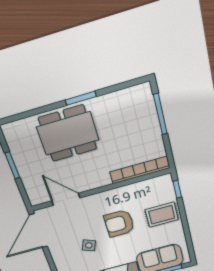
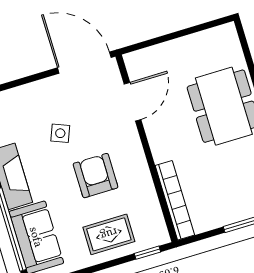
window: (12, 165) -> (181, 33), removed
rug: (162, 215) -> (109, 234), turned 90

